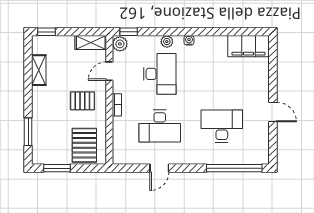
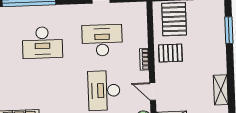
door: (109, 71) -> (153, 91), swing flipped
pallet: (82, 101) -> (170, 53), moved

